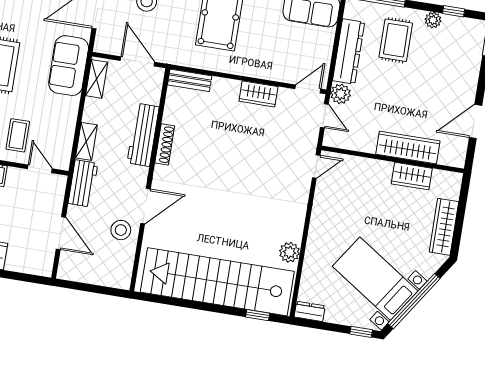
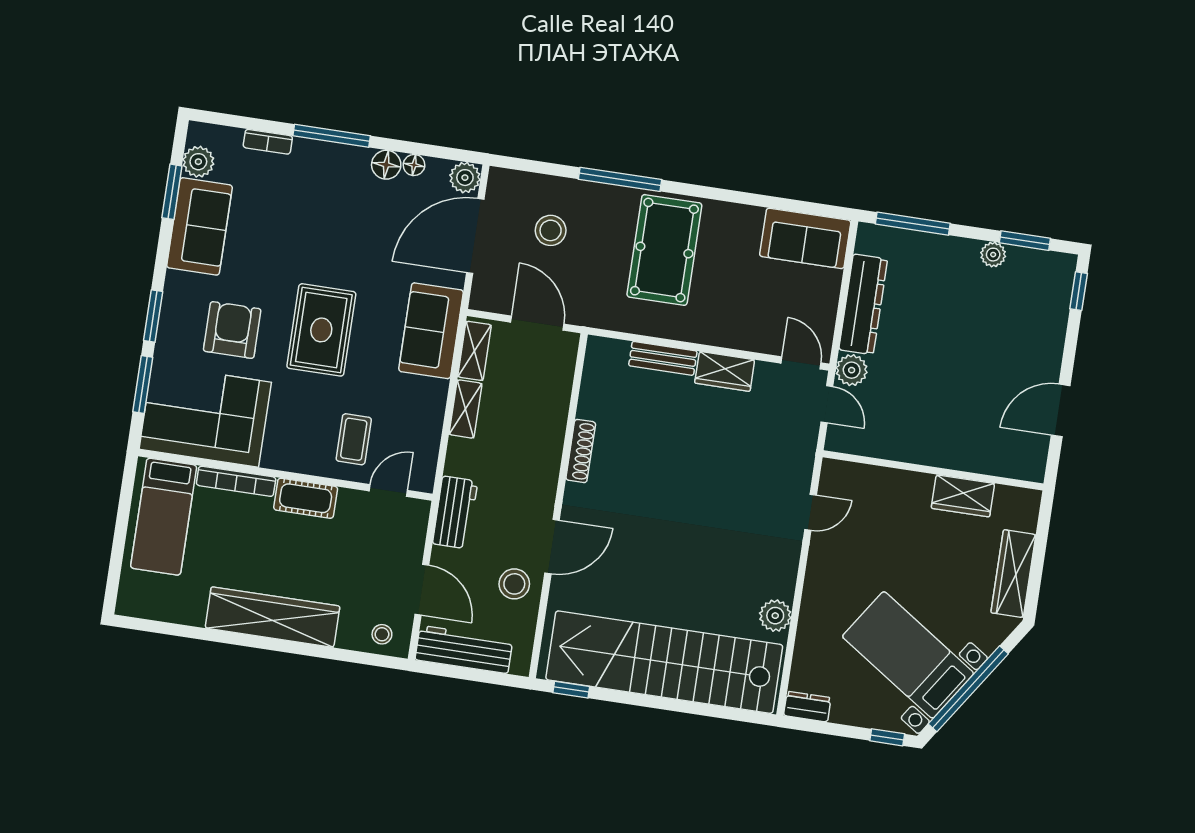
window: (454, 11) -> (1025, 241), width x1.50
rug: (396, 40) -> (936, 286), removed
bench: (190, 80) -> (663, 358), moved
door: (308, 89) -> (801, 363), hinge flipped
workbench: (143, 135) -> (464, 649), moved, turned 90
shelving: (86, 141) -> (466, 409), moved
wardrobe: (408, 148) -> (956, 452), removed
door: (316, 166) -> (811, 512), moved
door: (40, 169) -> (388, 491), hinge flipped
stool: (35, 262) -> (382, 634), added
window: (258, 315) -> (571, 690), moved

